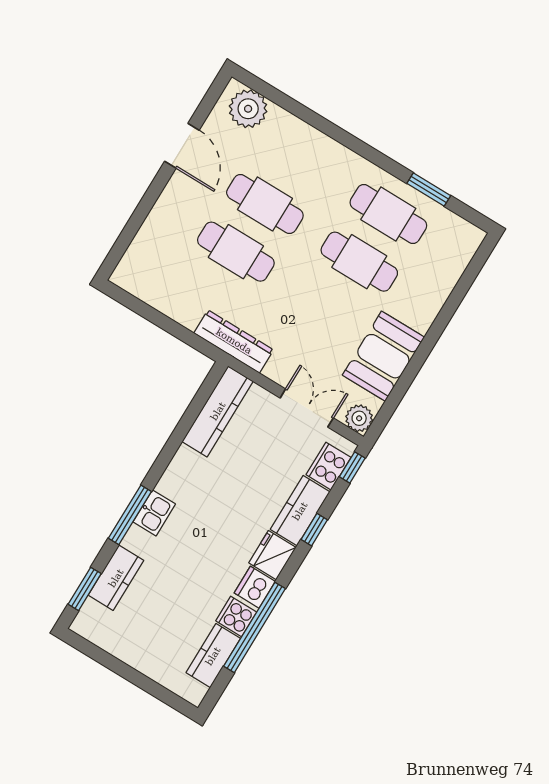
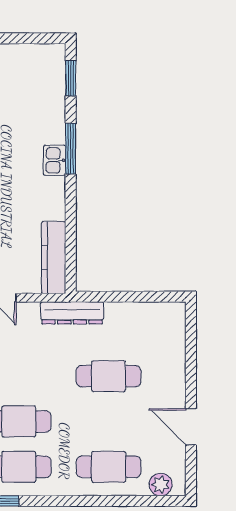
plant: (248, 109) -> (161, 485), width x0.73, depth x0.73
cafe table: (265, 204) -> (109, 467), moved
kitchen counter: (116, 578) -> (54, 99), removed

